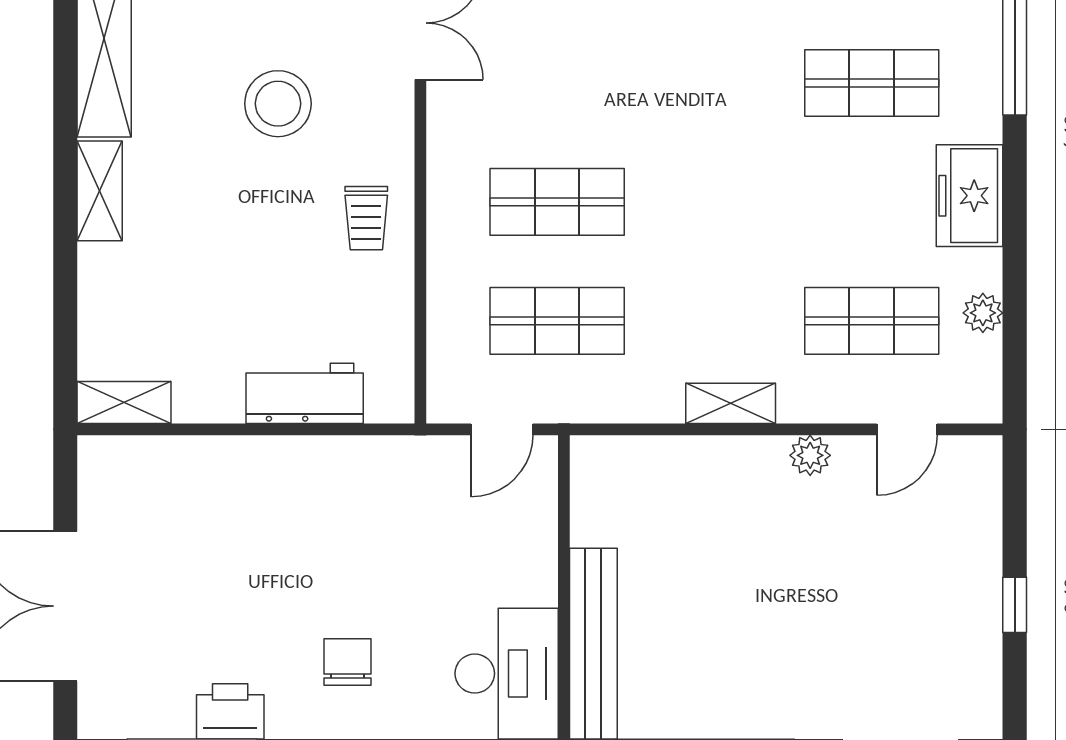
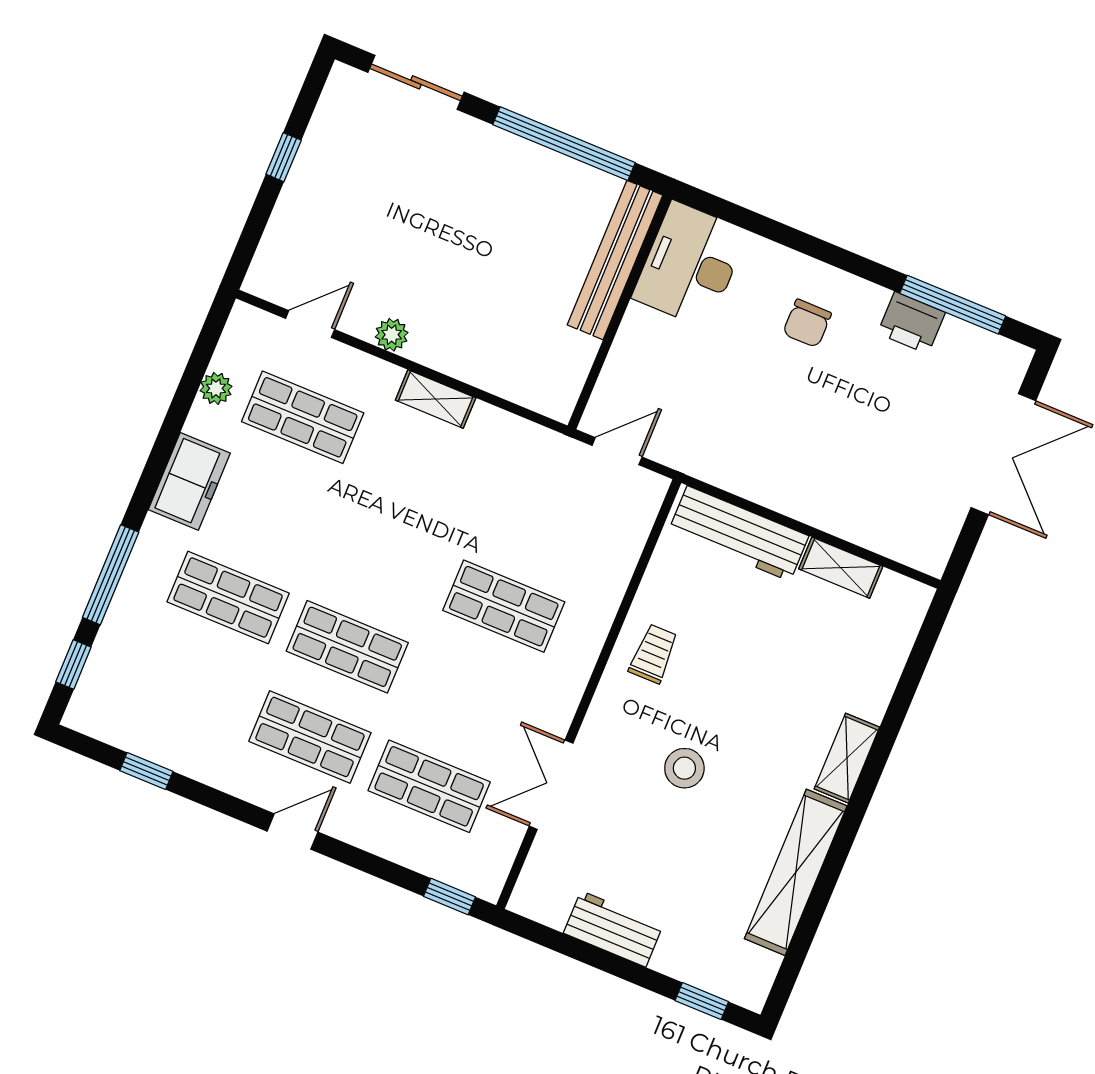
stool: (278, 104) -> (684, 768), width x0.73, depth x0.73
shop shelf: (557, 321) -> (347, 647), moved
workbench: (305, 393) -> (739, 533), width x1.38
shelving: (124, 402) -> (841, 568), moved

